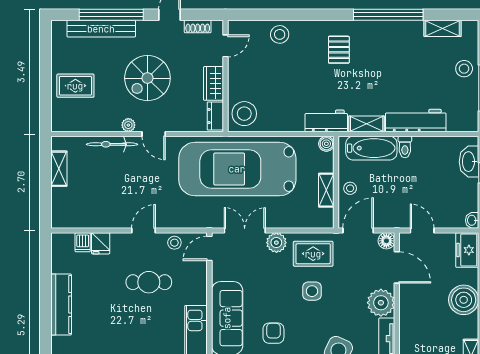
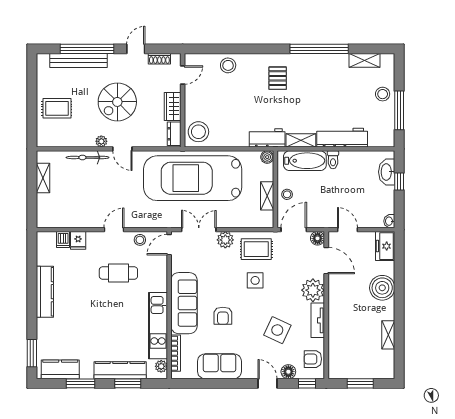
armchair: (273, 333) -> (223, 316), turned 180

